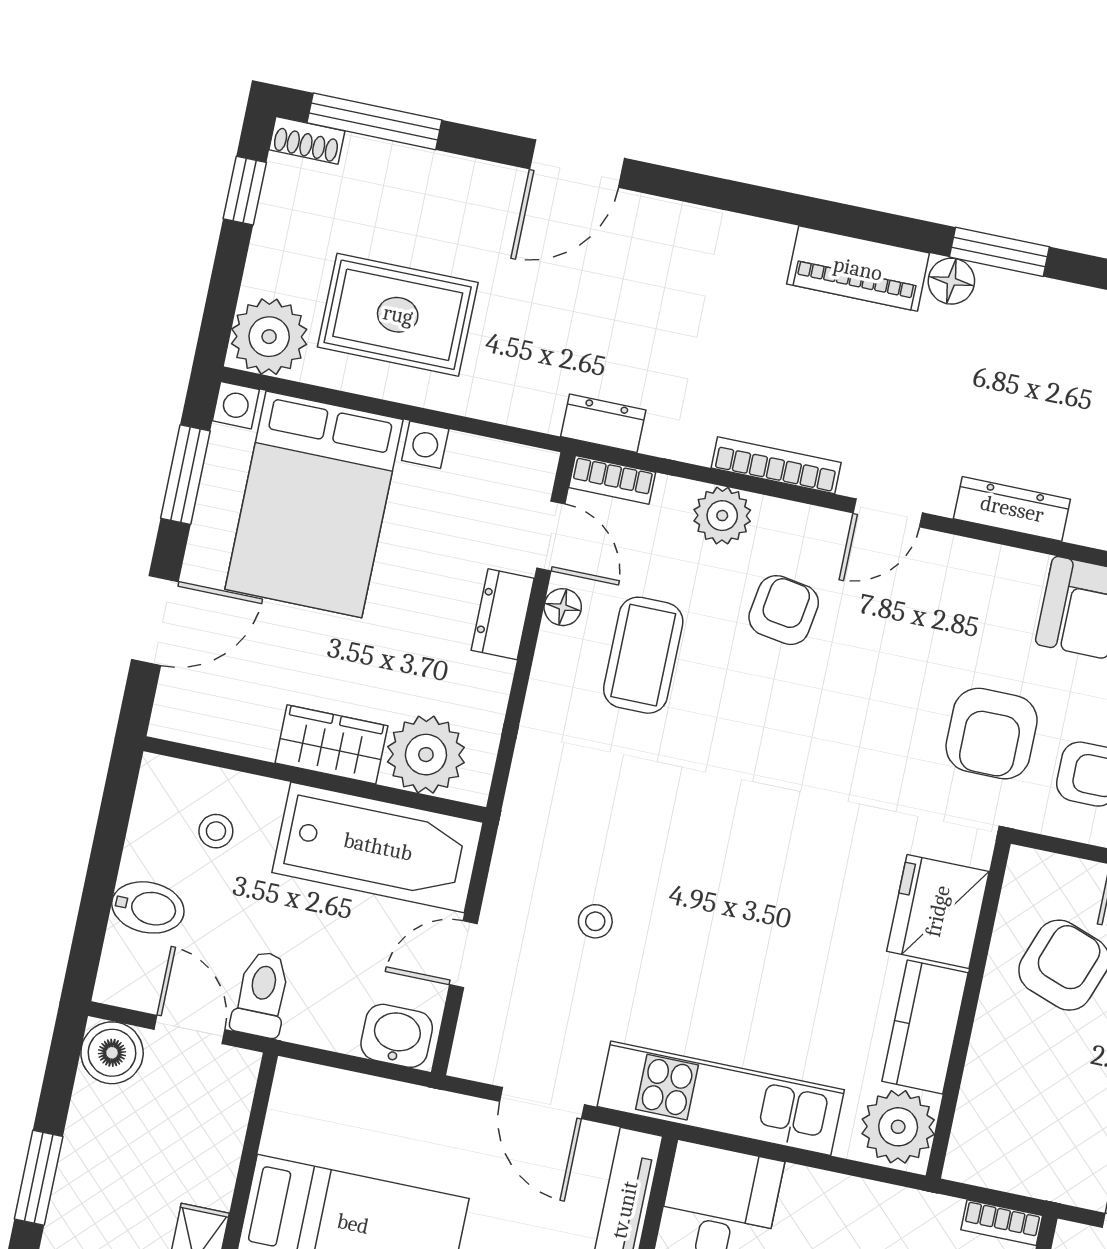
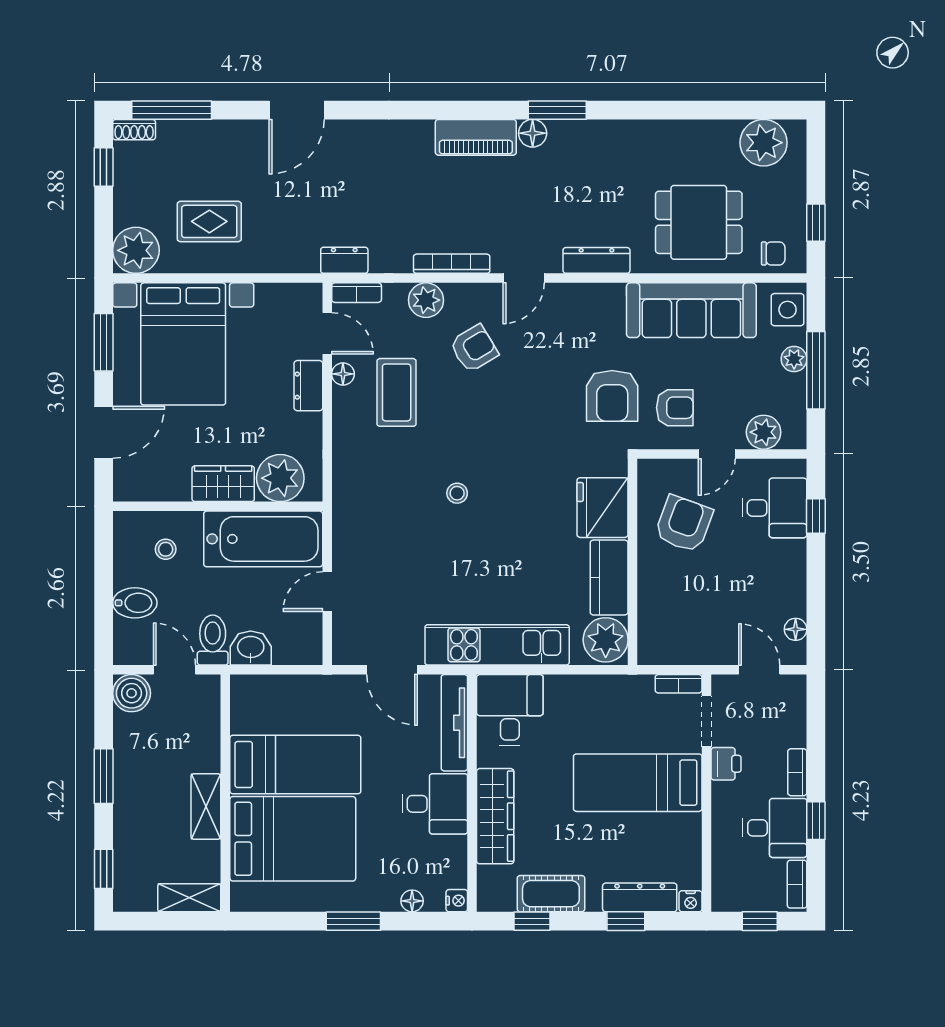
rug: (398, 315) -> (209, 221), width x0.73, depth x0.70
armchair: (784, 610) -> (474, 348), turned 50
stool: (595, 921) -> (457, 493), moved
washbasin: (397, 1036) -> (251, 648), moved

